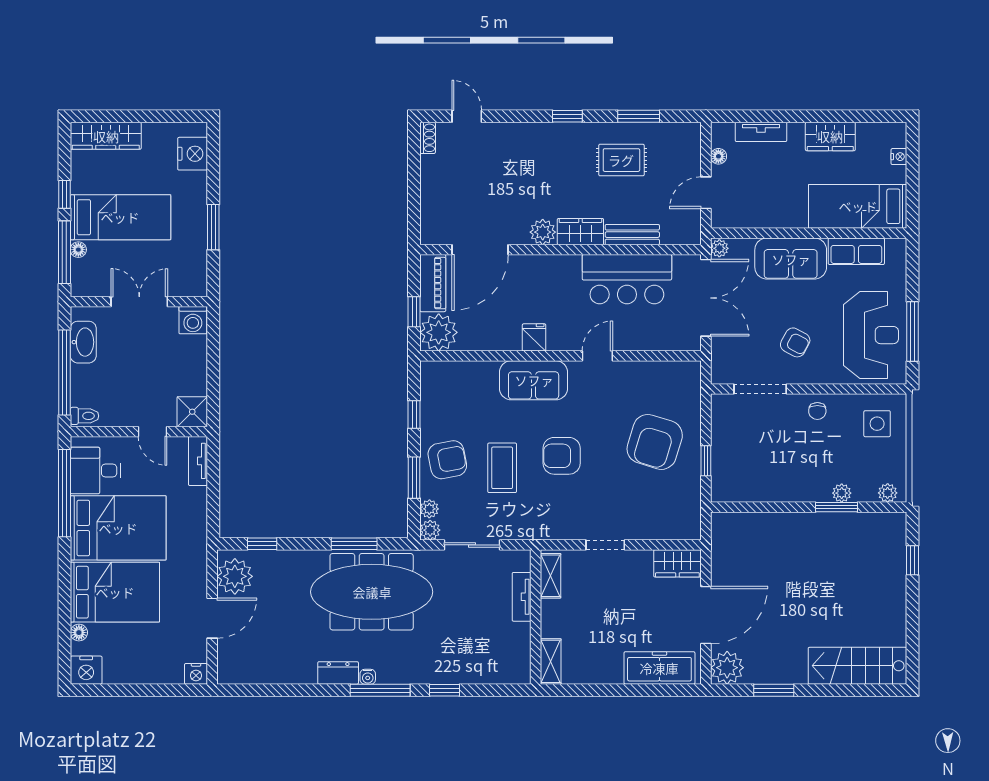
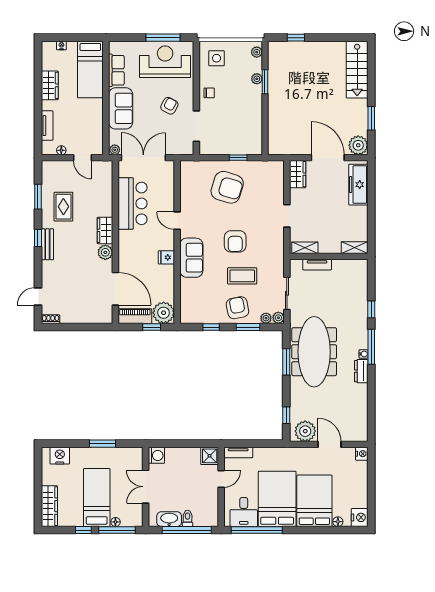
bench: (632, 235) -> (47, 244), moved
toilet: (85, 416) -> (188, 518), moved

